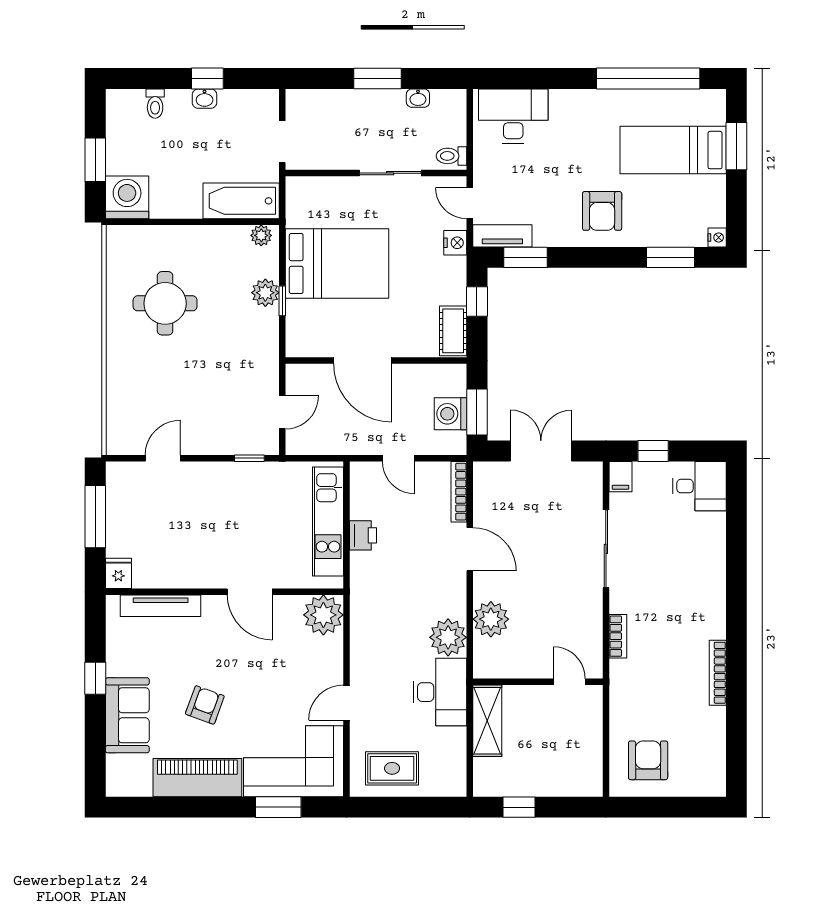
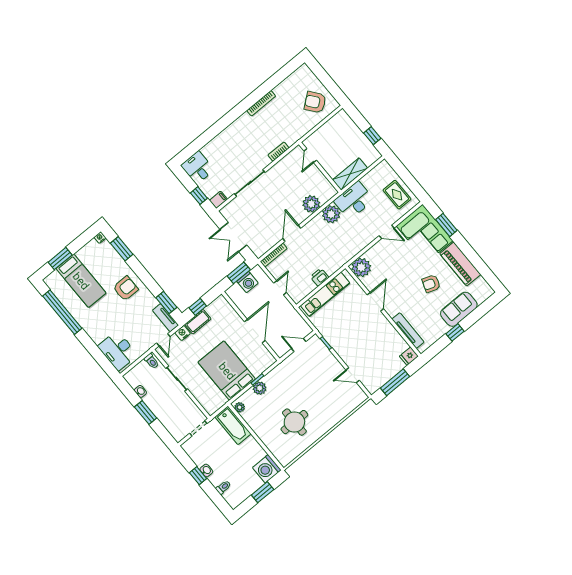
cot: (453, 331) -> (198, 322), moved
armchair: (648, 760) -> (315, 102), turned 52

